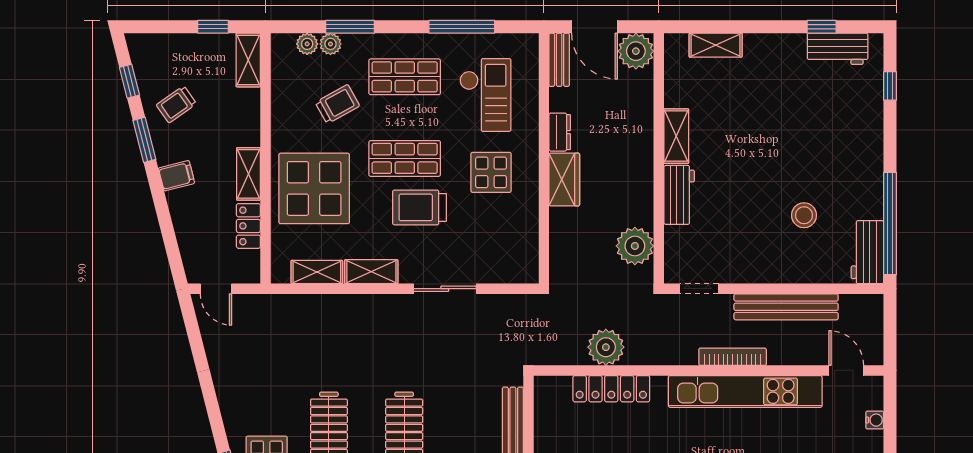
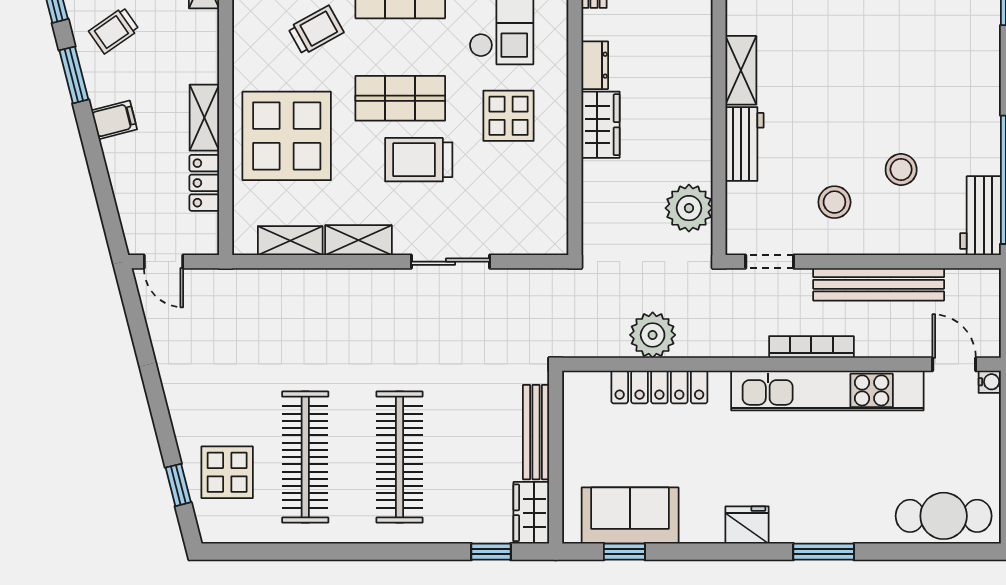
stool: (751, 241) -> (834, 202), added
water cooler: (875, 420) -> (990, 382), moved

